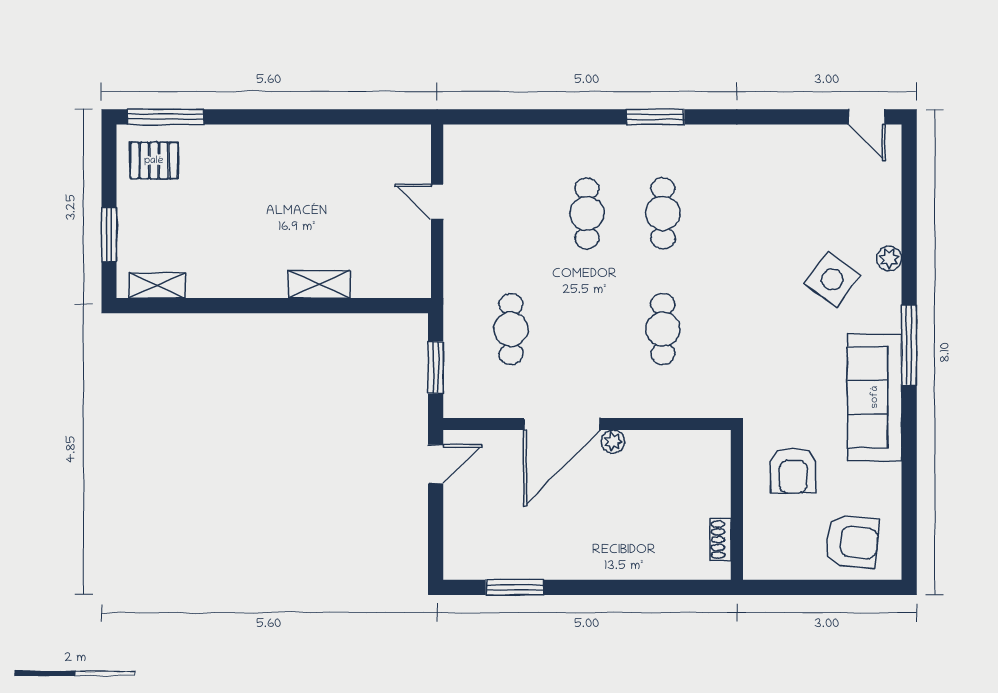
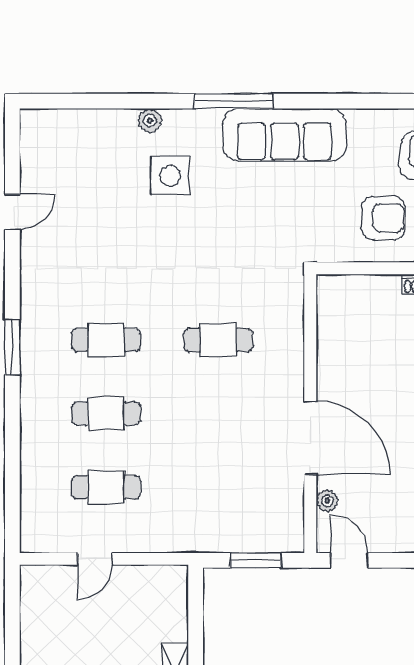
door: (867, 117) -> (12, 212), moved
side table: (832, 279) -> (170, 176), turned -37
cafe table: (511, 329) -> (106, 487), moved
plant: (613, 442) -> (327, 501), moved
armchair: (793, 470) -> (383, 218), moved

